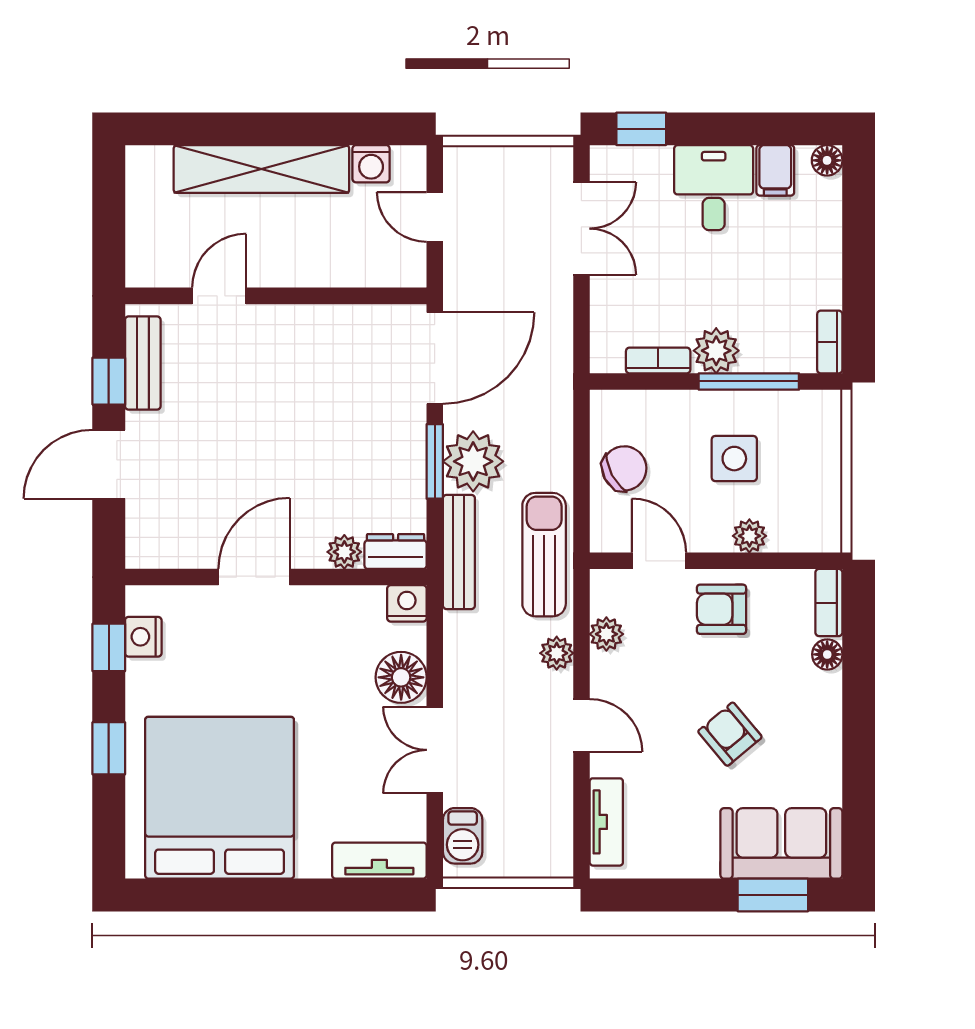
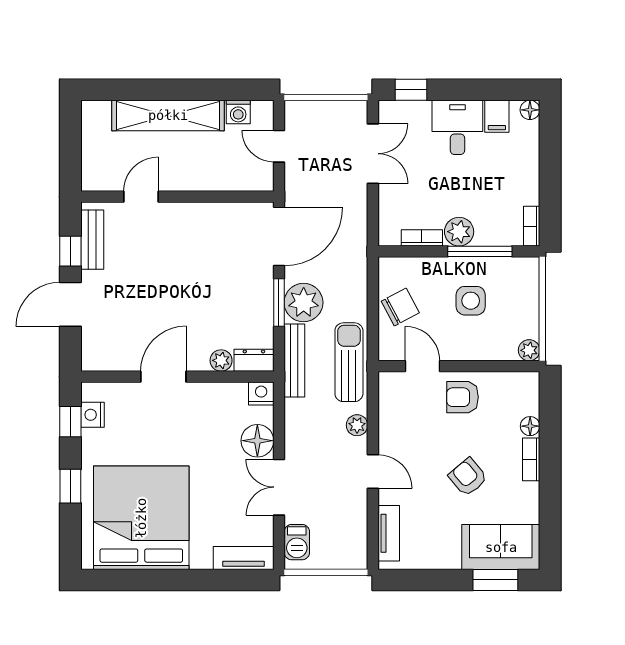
plant: (749, 536) -> (529, 350), moved
bookcase: (829, 603) -> (531, 459), moved
plant: (606, 634) -> (389, 413), removed

